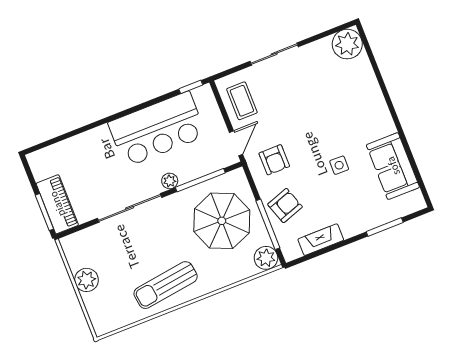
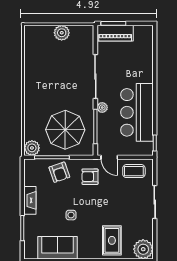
rug: (352, 93) -> (112, 240), added
fireplace: (321, 240) -> (30, 200), moved
sun lounger: (166, 285) -> (40, 80), removed

